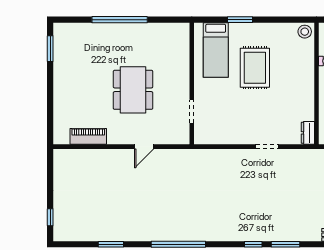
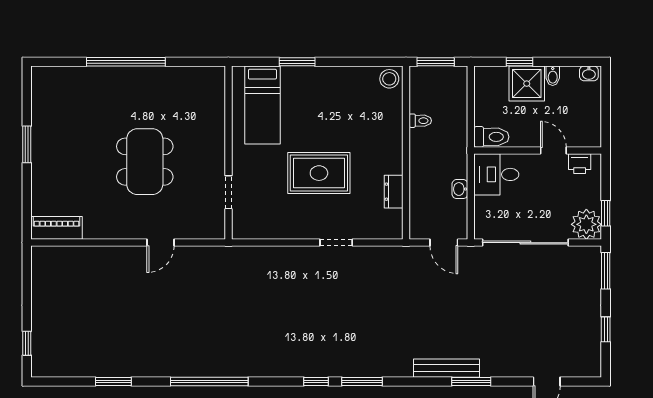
window: (50, 49) -> (27, 144), moved
rug: (255, 68) -> (319, 173), moved, turned 90
dresser: (308, 133) -> (394, 192), moved
piano: (88, 136) -> (57, 228), moved

